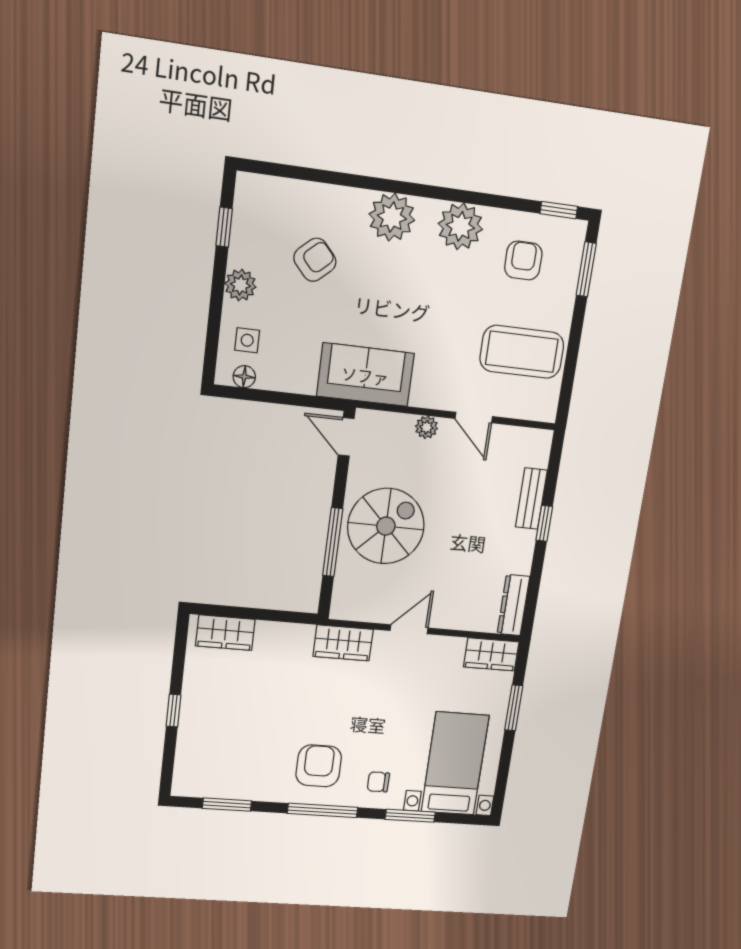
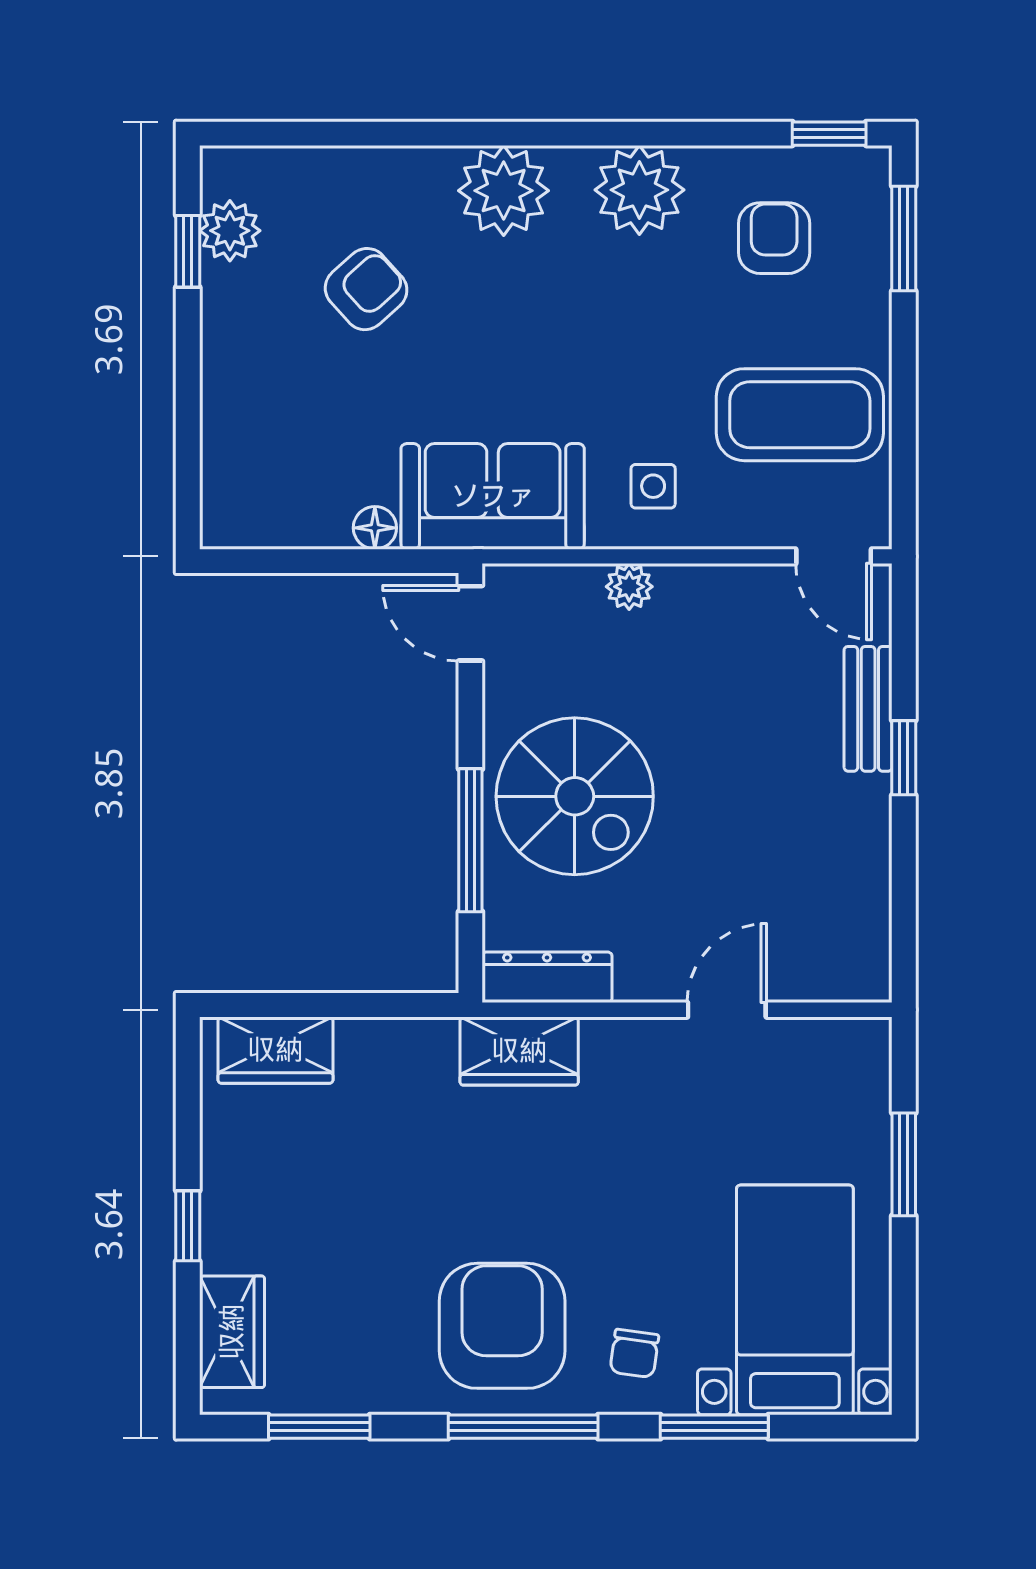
plant: (240, 285) -> (230, 231), moved
side table: (247, 340) -> (653, 486), moved
floor lamp: (244, 377) -> (375, 528), moved
door: (474, 418) -> (834, 556), moved
spiral stairs: (386, 526) -> (575, 796), turned 90
dresser: (513, 605) -> (547, 977), moved, turned 90
door: (409, 629) -> (727, 1010), moved
wardrobe: (491, 654) -> (232, 1332), moved, turned -90
armchair: (319, 766) -> (502, 1326), width x1.36, depth x1.36
chair: (378, 782) -> (634, 1353), turned -82

